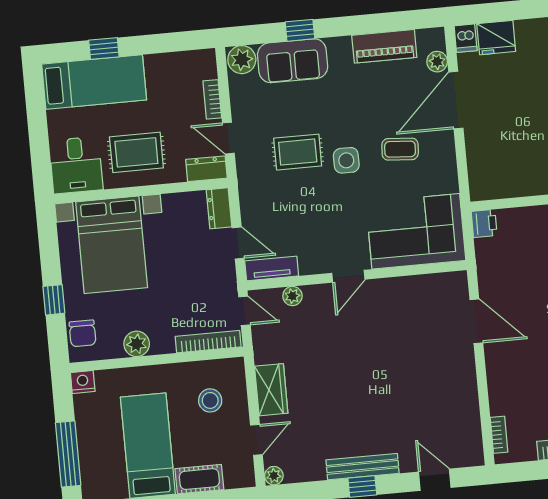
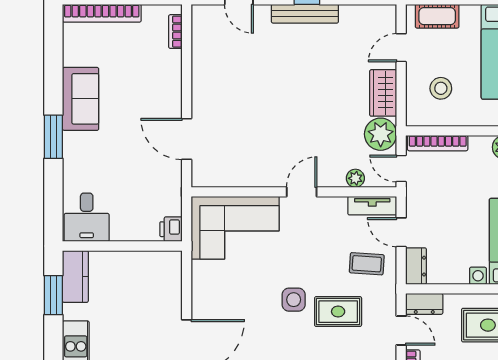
coffee table: (400, 149) -> (367, 264), moved
plant: (274, 476) -> (381, 134), moved, width x1.87, depth x1.87
cot: (199, 479) -> (437, 16), moved

